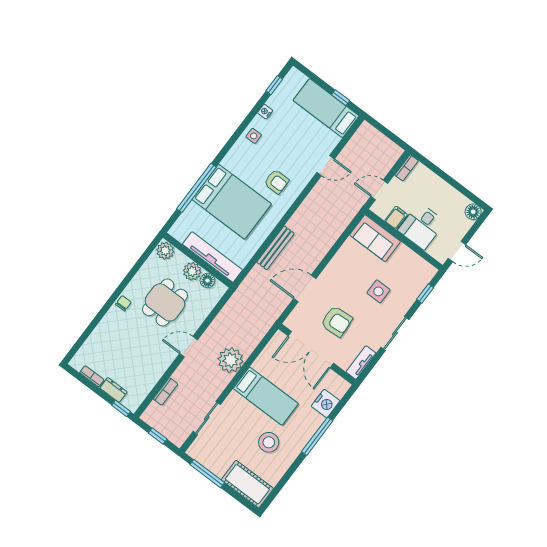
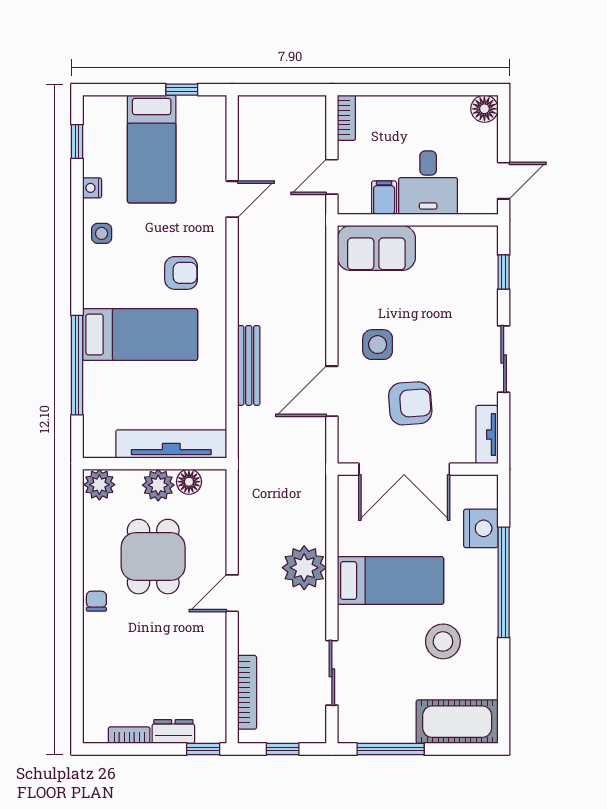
bed: (326, 108) -> (152, 149), moved, turned -90
bed: (232, 202) -> (140, 335), width x0.67
side table: (378, 291) -> (378, 345), moved
bookcase: (166, 391) -> (247, 692), width x1.56
window: (317, 436) -> (504, 582), width x1.46

